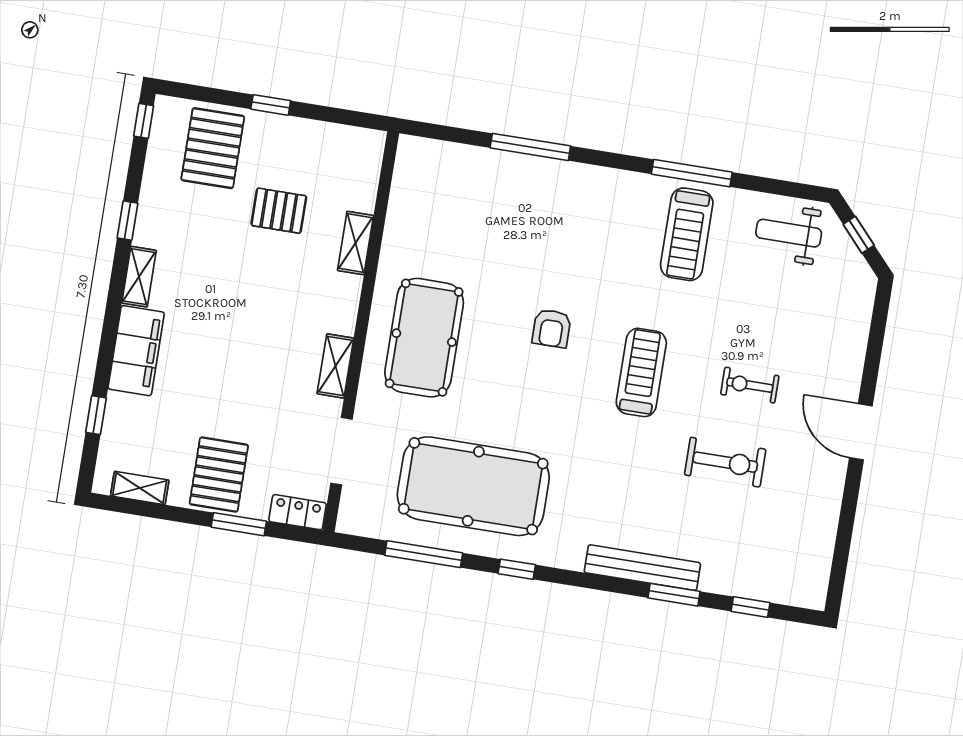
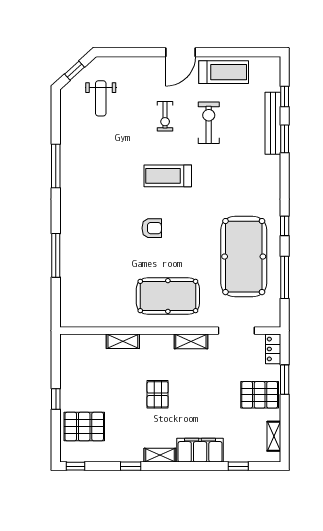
pallet: (279, 211) -> (158, 394), moved
weight bench: (789, 233) -> (101, 98), moved
treadmill: (687, 234) -> (224, 72), moved
bench: (642, 568) -> (273, 123), moved

